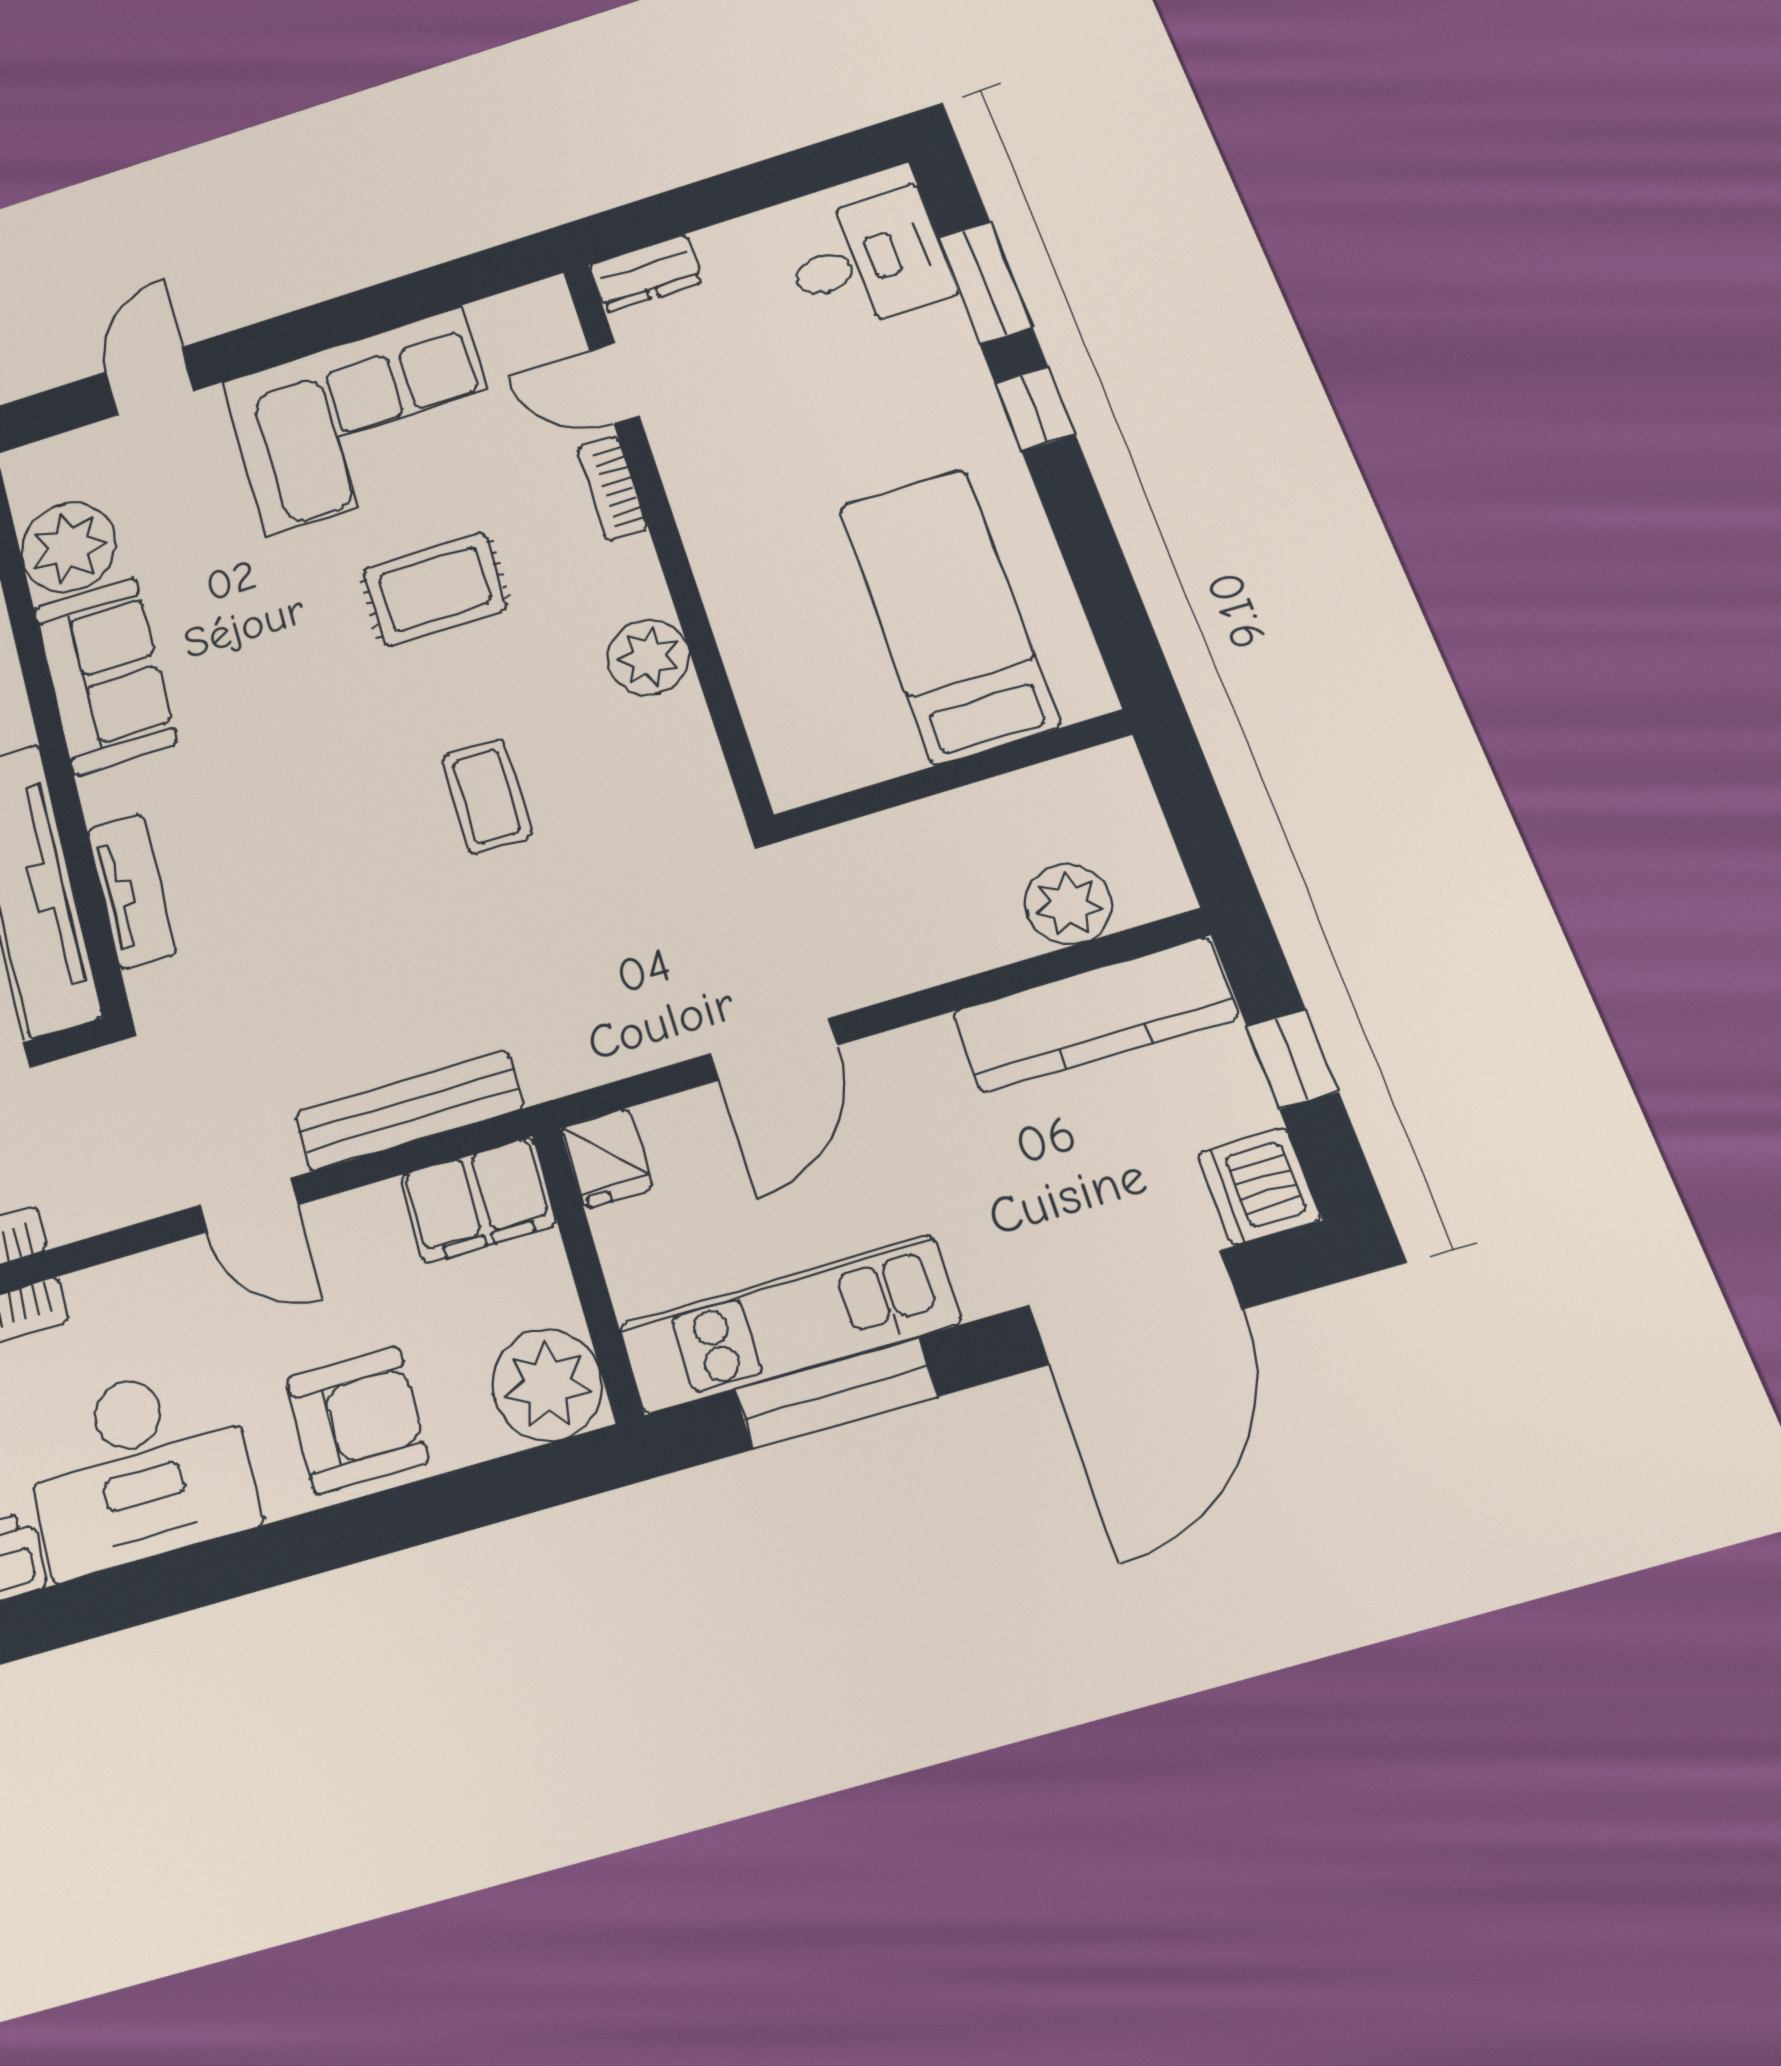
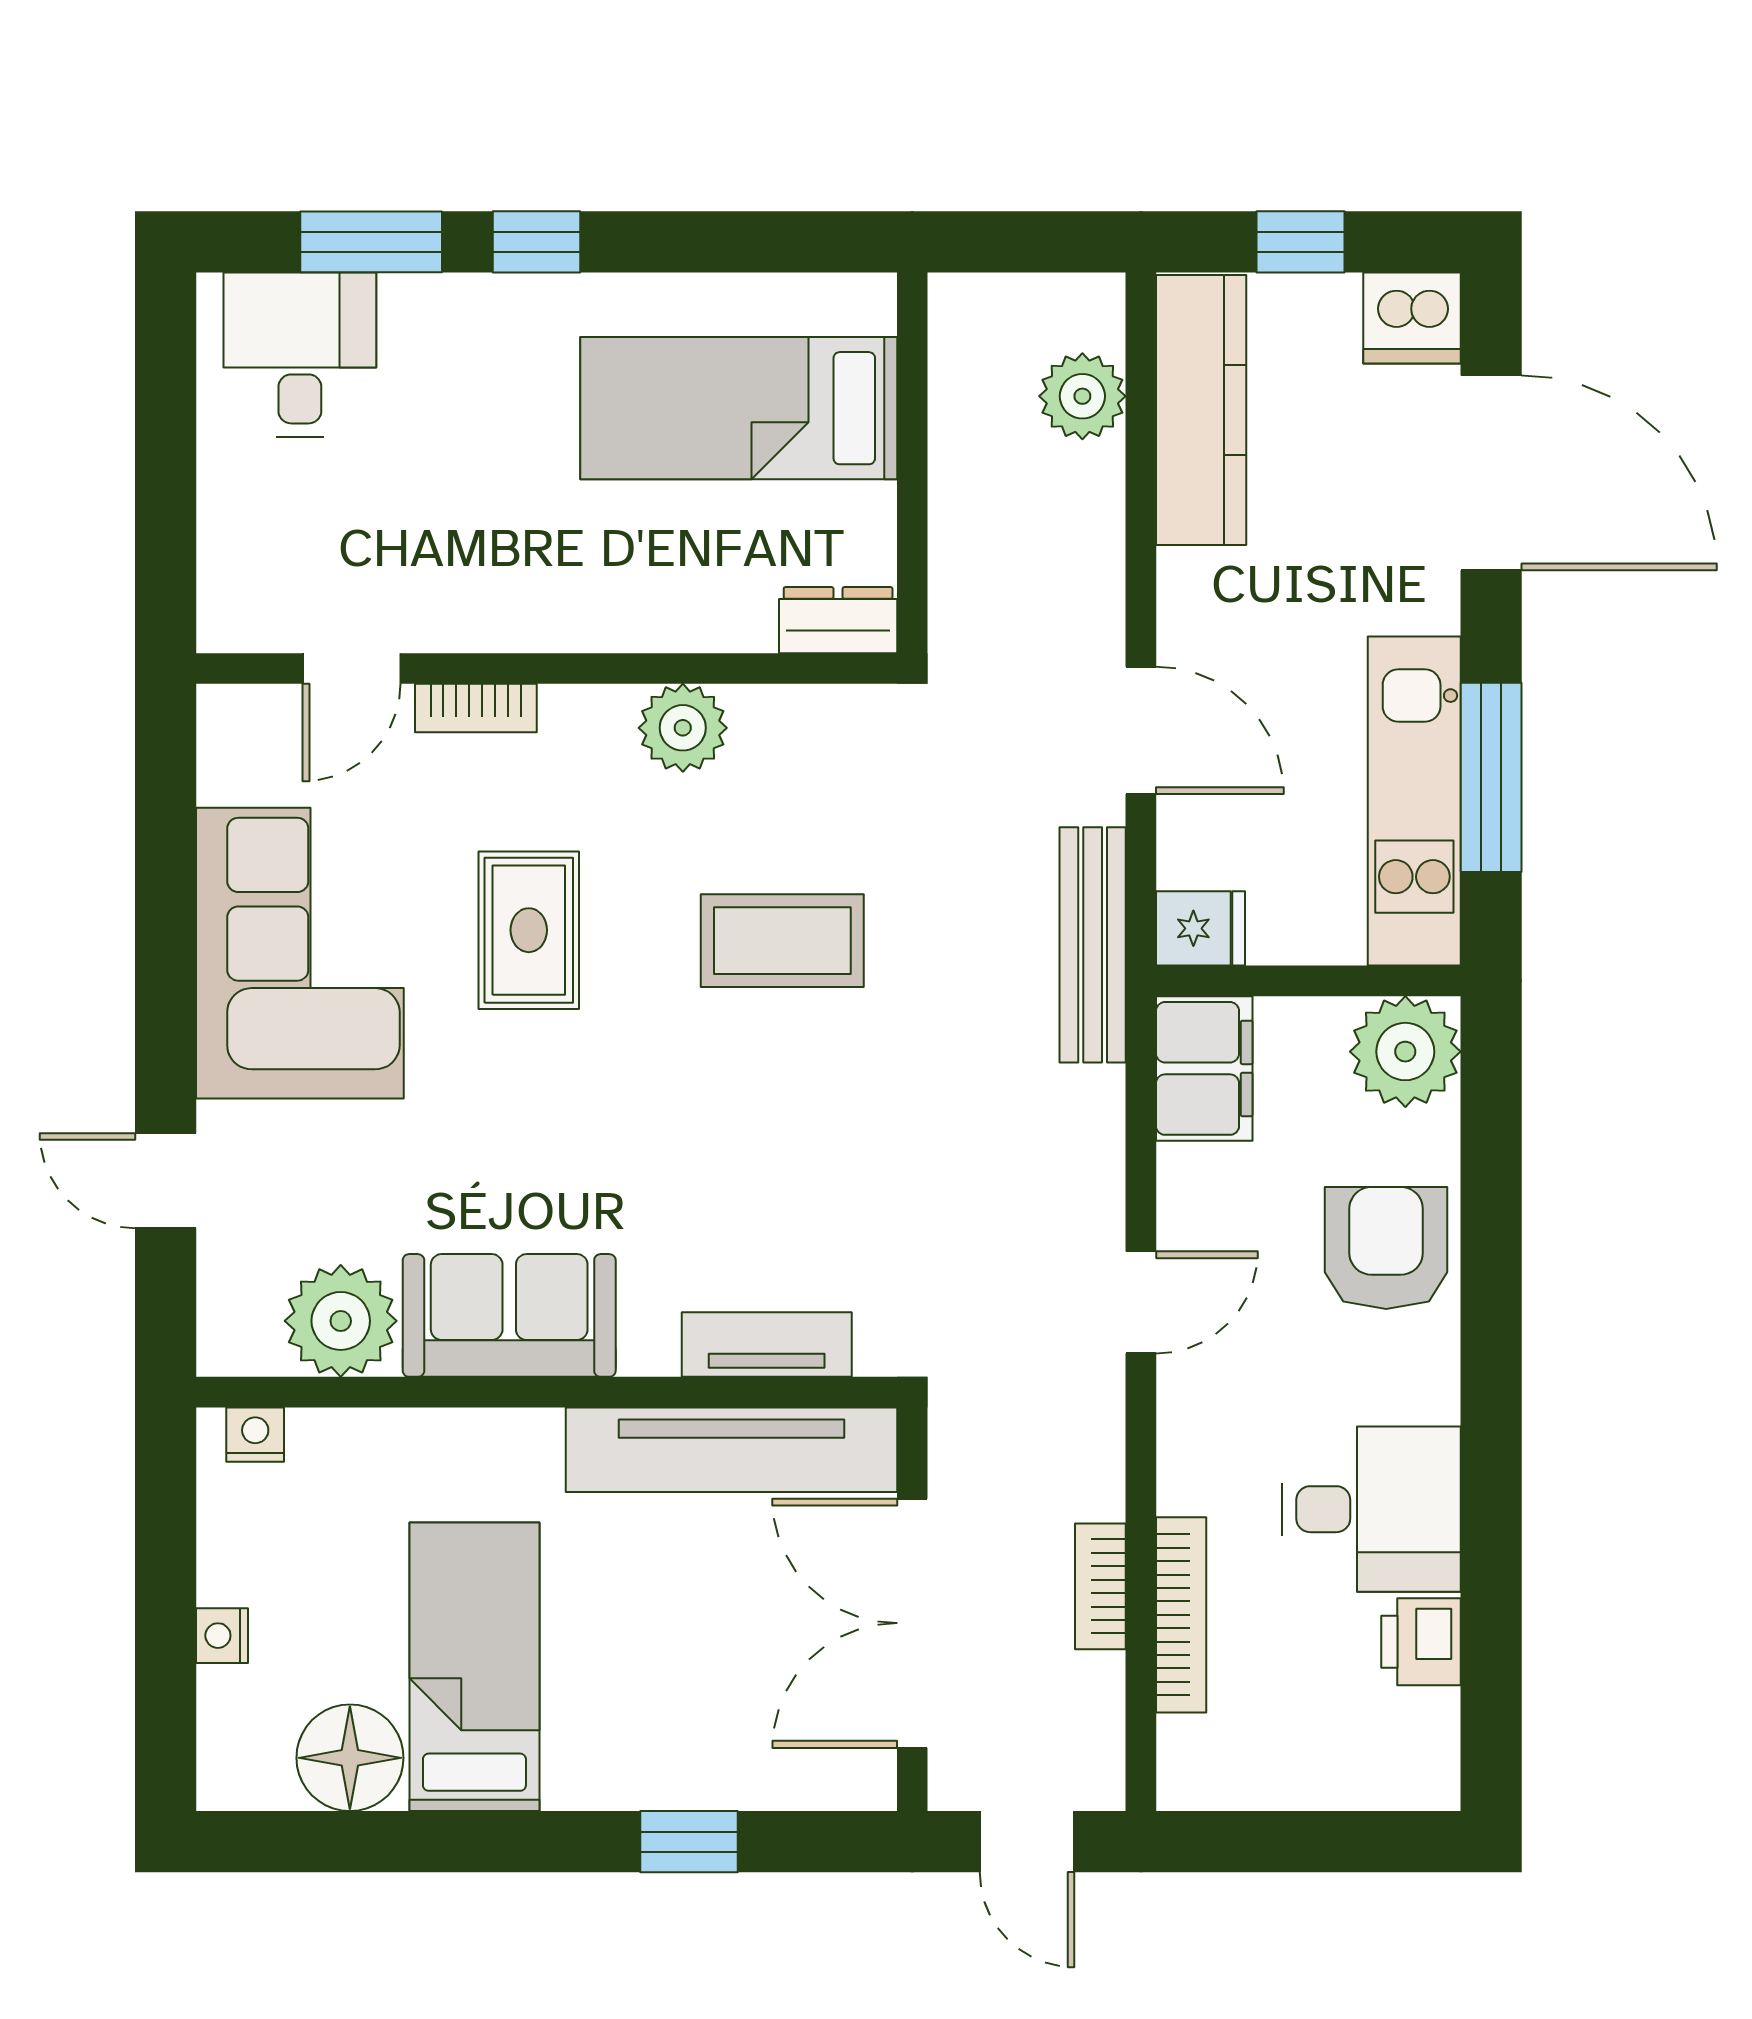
dresser: (646, 273) -> (838, 620), moved, turned -90
coffee table: (487, 796) -> (782, 941), width x1.36, depth x1.30
bench: (409, 1111) -> (1093, 945), moved
desk: (140, 1468) -> (1371, 1509), width x0.73

